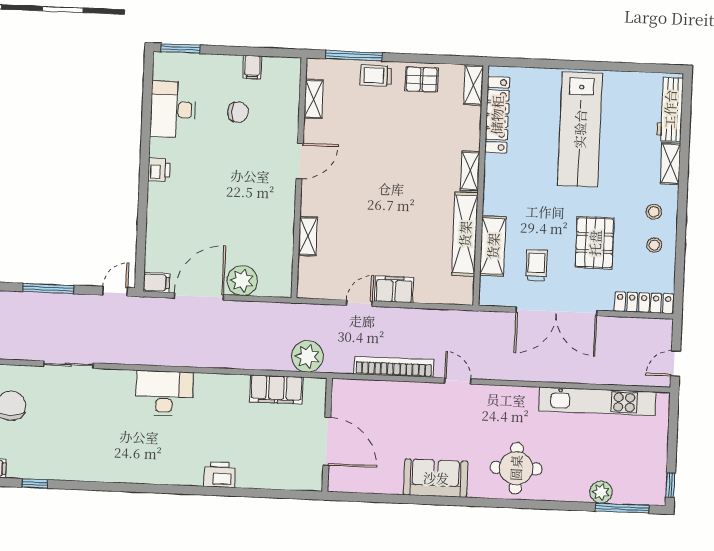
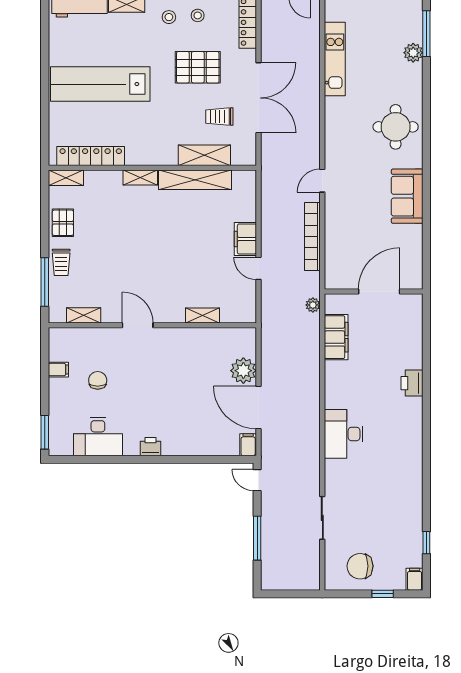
lab bench: (580, 129) -> (100, 84), turned 180
plant: (307, 356) -> (313, 305), width x0.53, depth x0.53
kitchen unit: (597, 401) -> (335, 59), width x0.73

